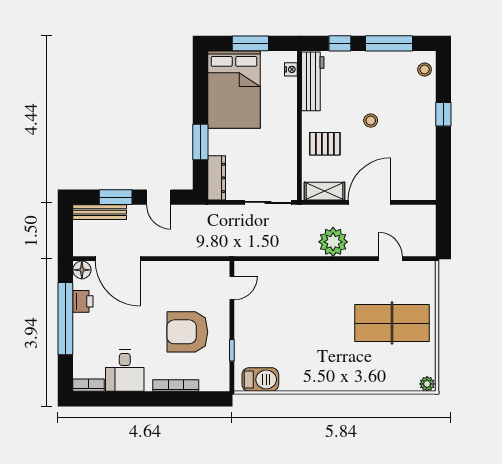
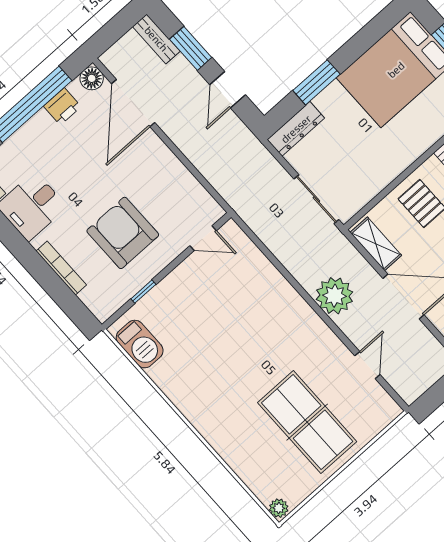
bench: (100, 212) -> (156, 39), width x0.73

